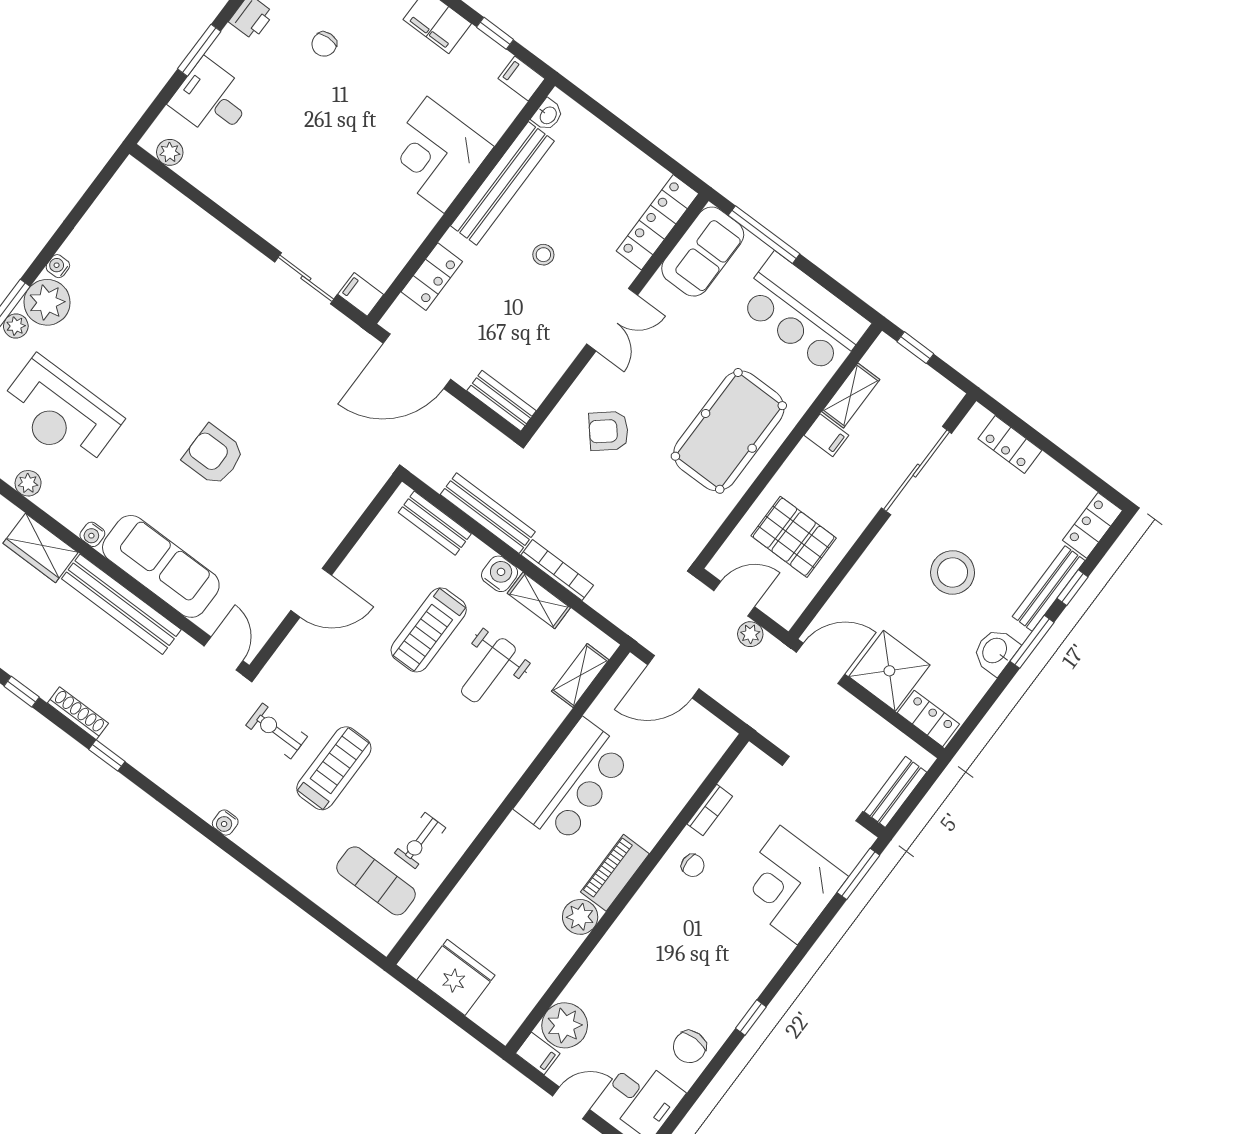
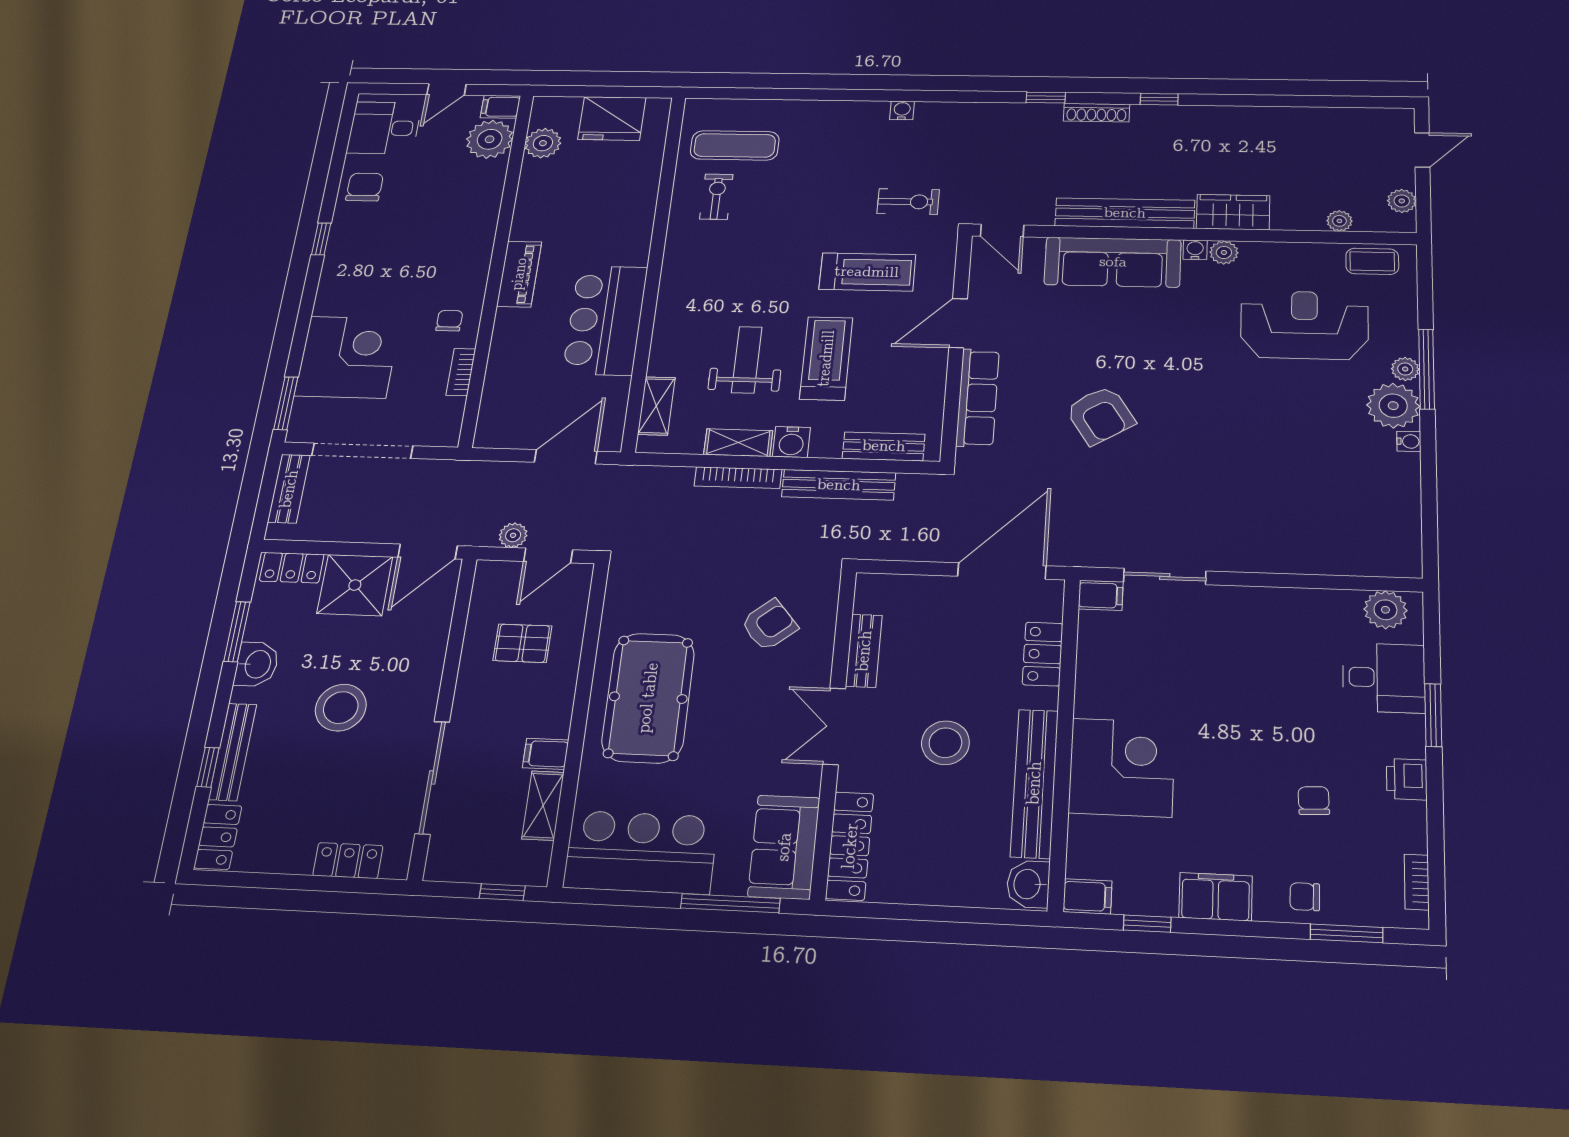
washbasin: (548, 115) -> (1028, 884), width x1.38, depth x1.45
plant: (170, 152) -> (1385, 610), width x1.38, depth x1.38
stool: (543, 255) -> (945, 743), width x1.89, depth x1.89
bench: (501, 401) -> (864, 651), moved, turned 90
armchair: (214, 455) -> (1100, 415), moved, turned 58
plant: (28, 483) -> (1224, 252), moved
row of seats: (340, 517) -> (978, 398), added
pallet: (794, 537) -> (522, 643), width x0.67, depth x0.71
window: (1032, 642) -> (237, 632), moved
treadmill: (334, 768) -> (867, 272), moved, turned -90
chair: (693, 865) -> (449, 321), turned 90
plant: (580, 917) -> (543, 143), moved

